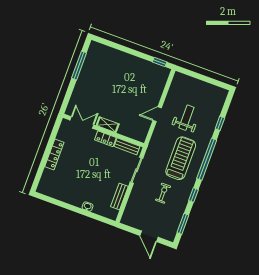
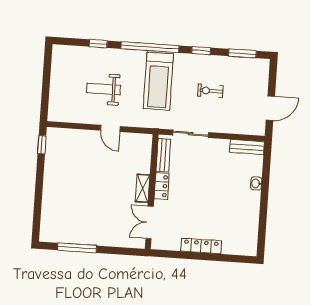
treadmill: (181, 158) -> (158, 81), turned -90
bench: (119, 197) -> (247, 147), moved
door: (149, 236) -> (270, 108), moved

